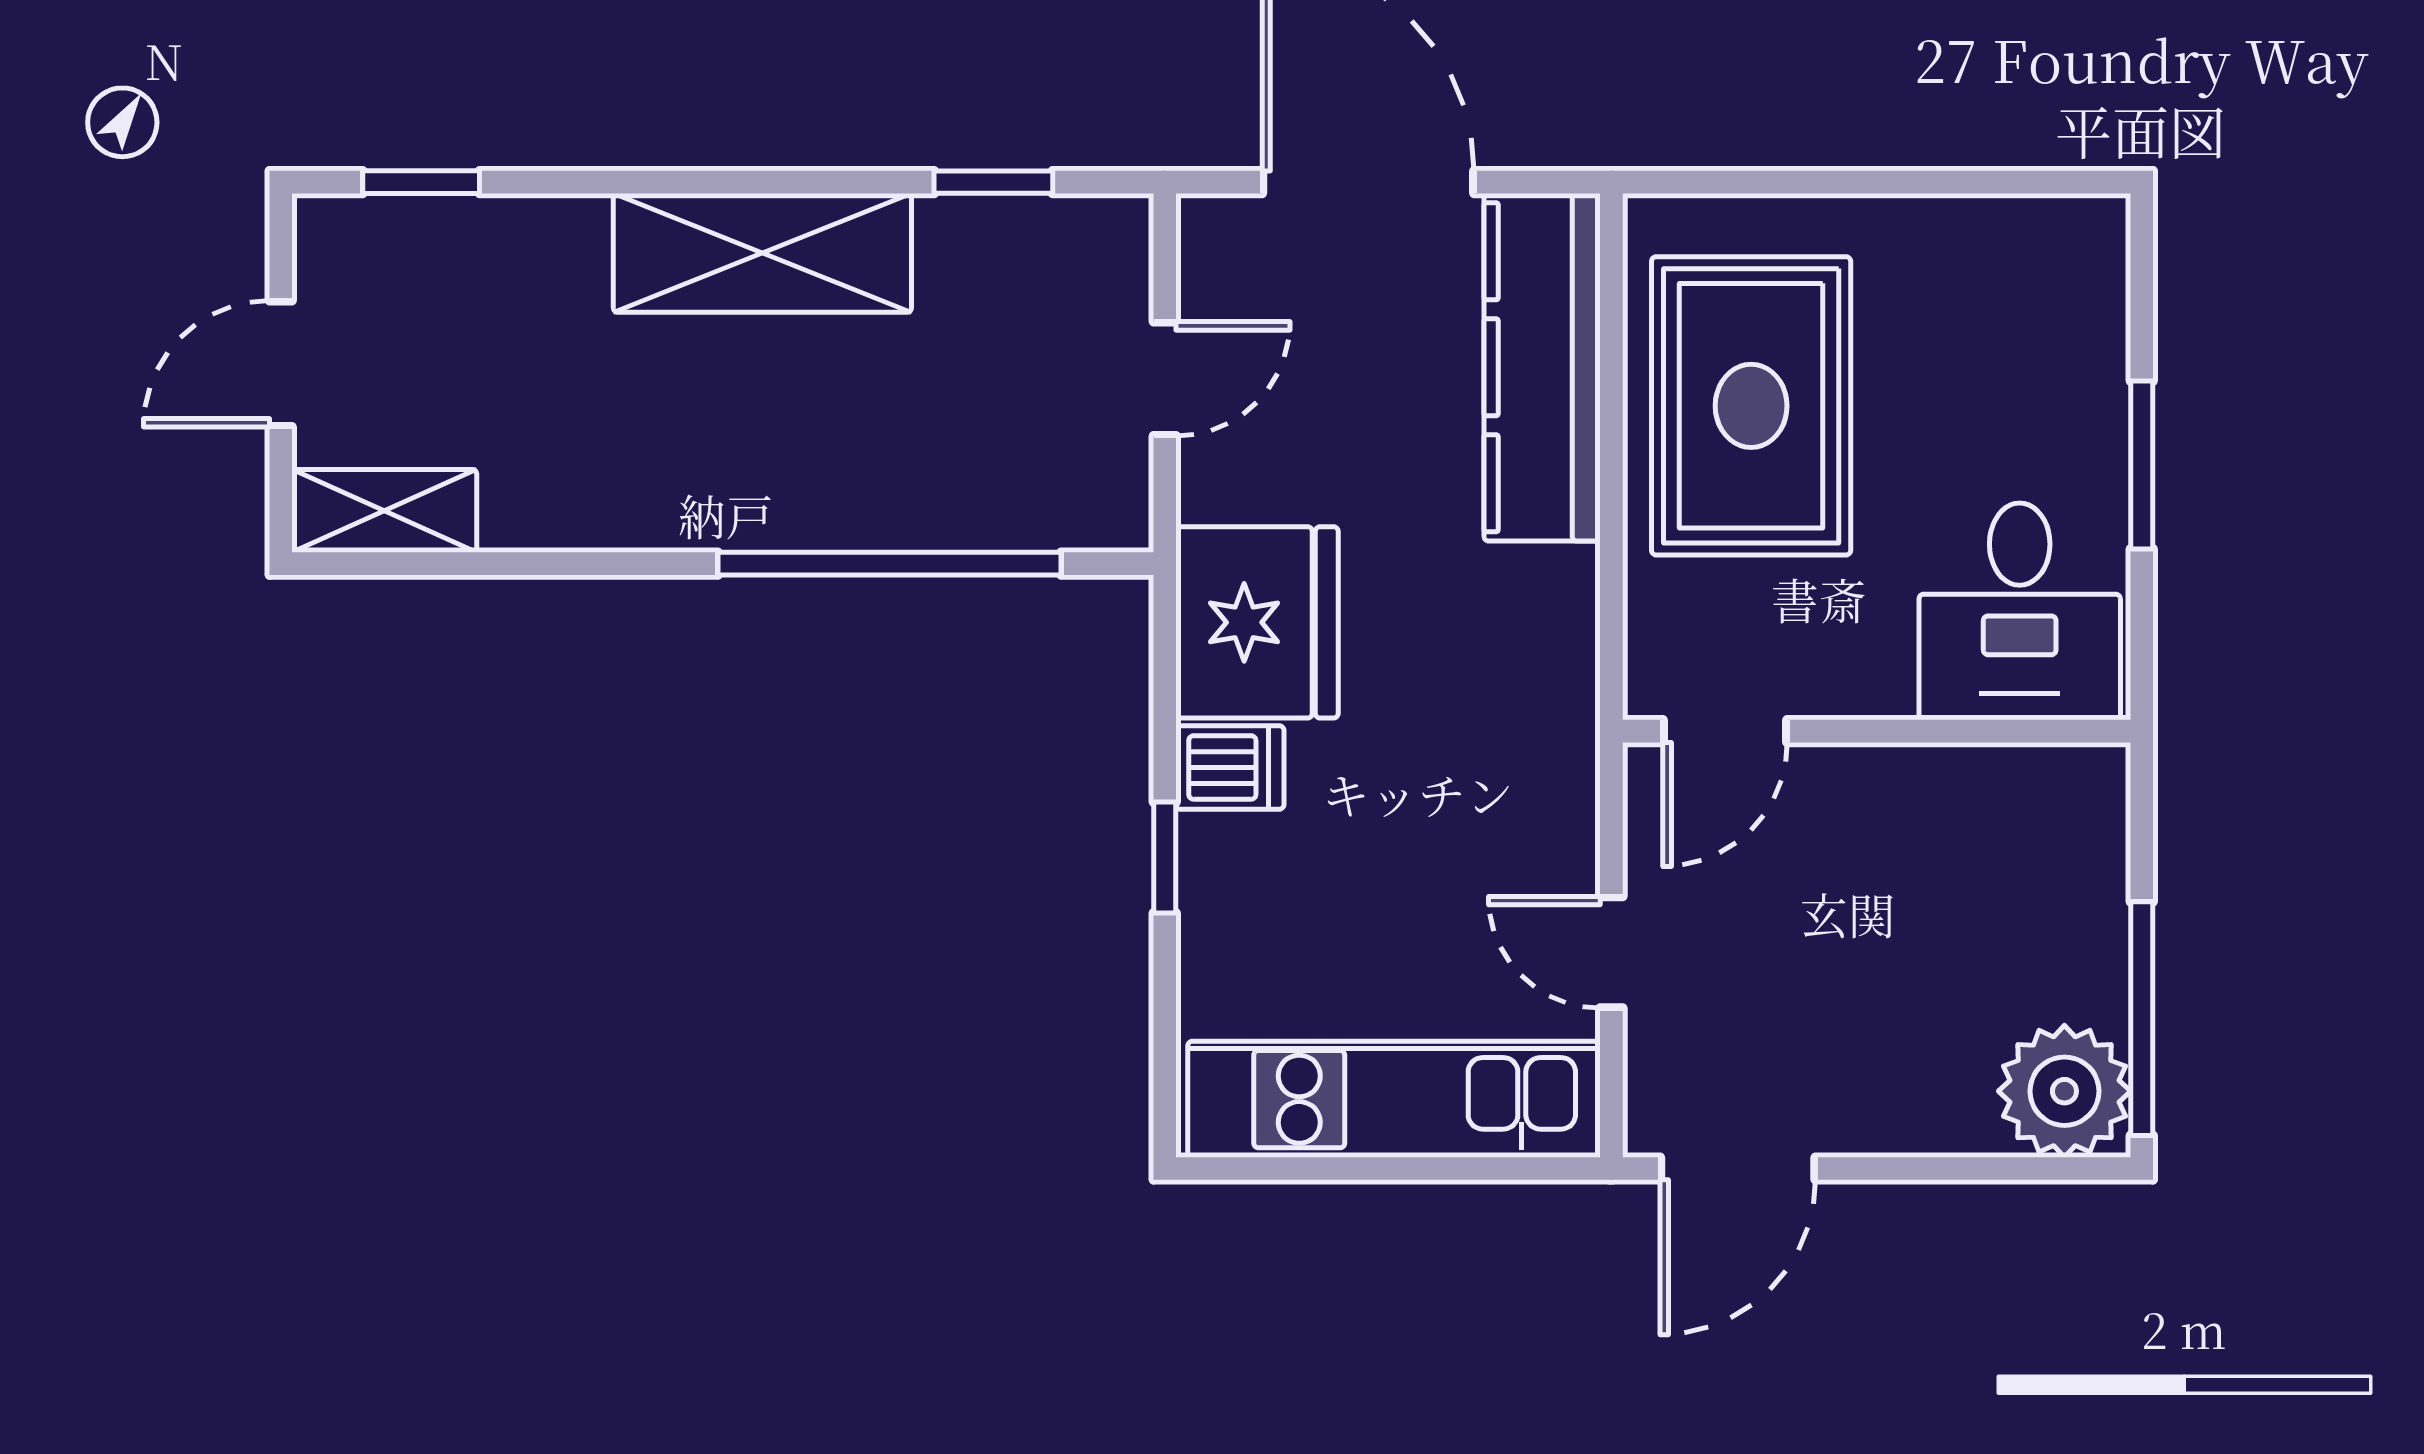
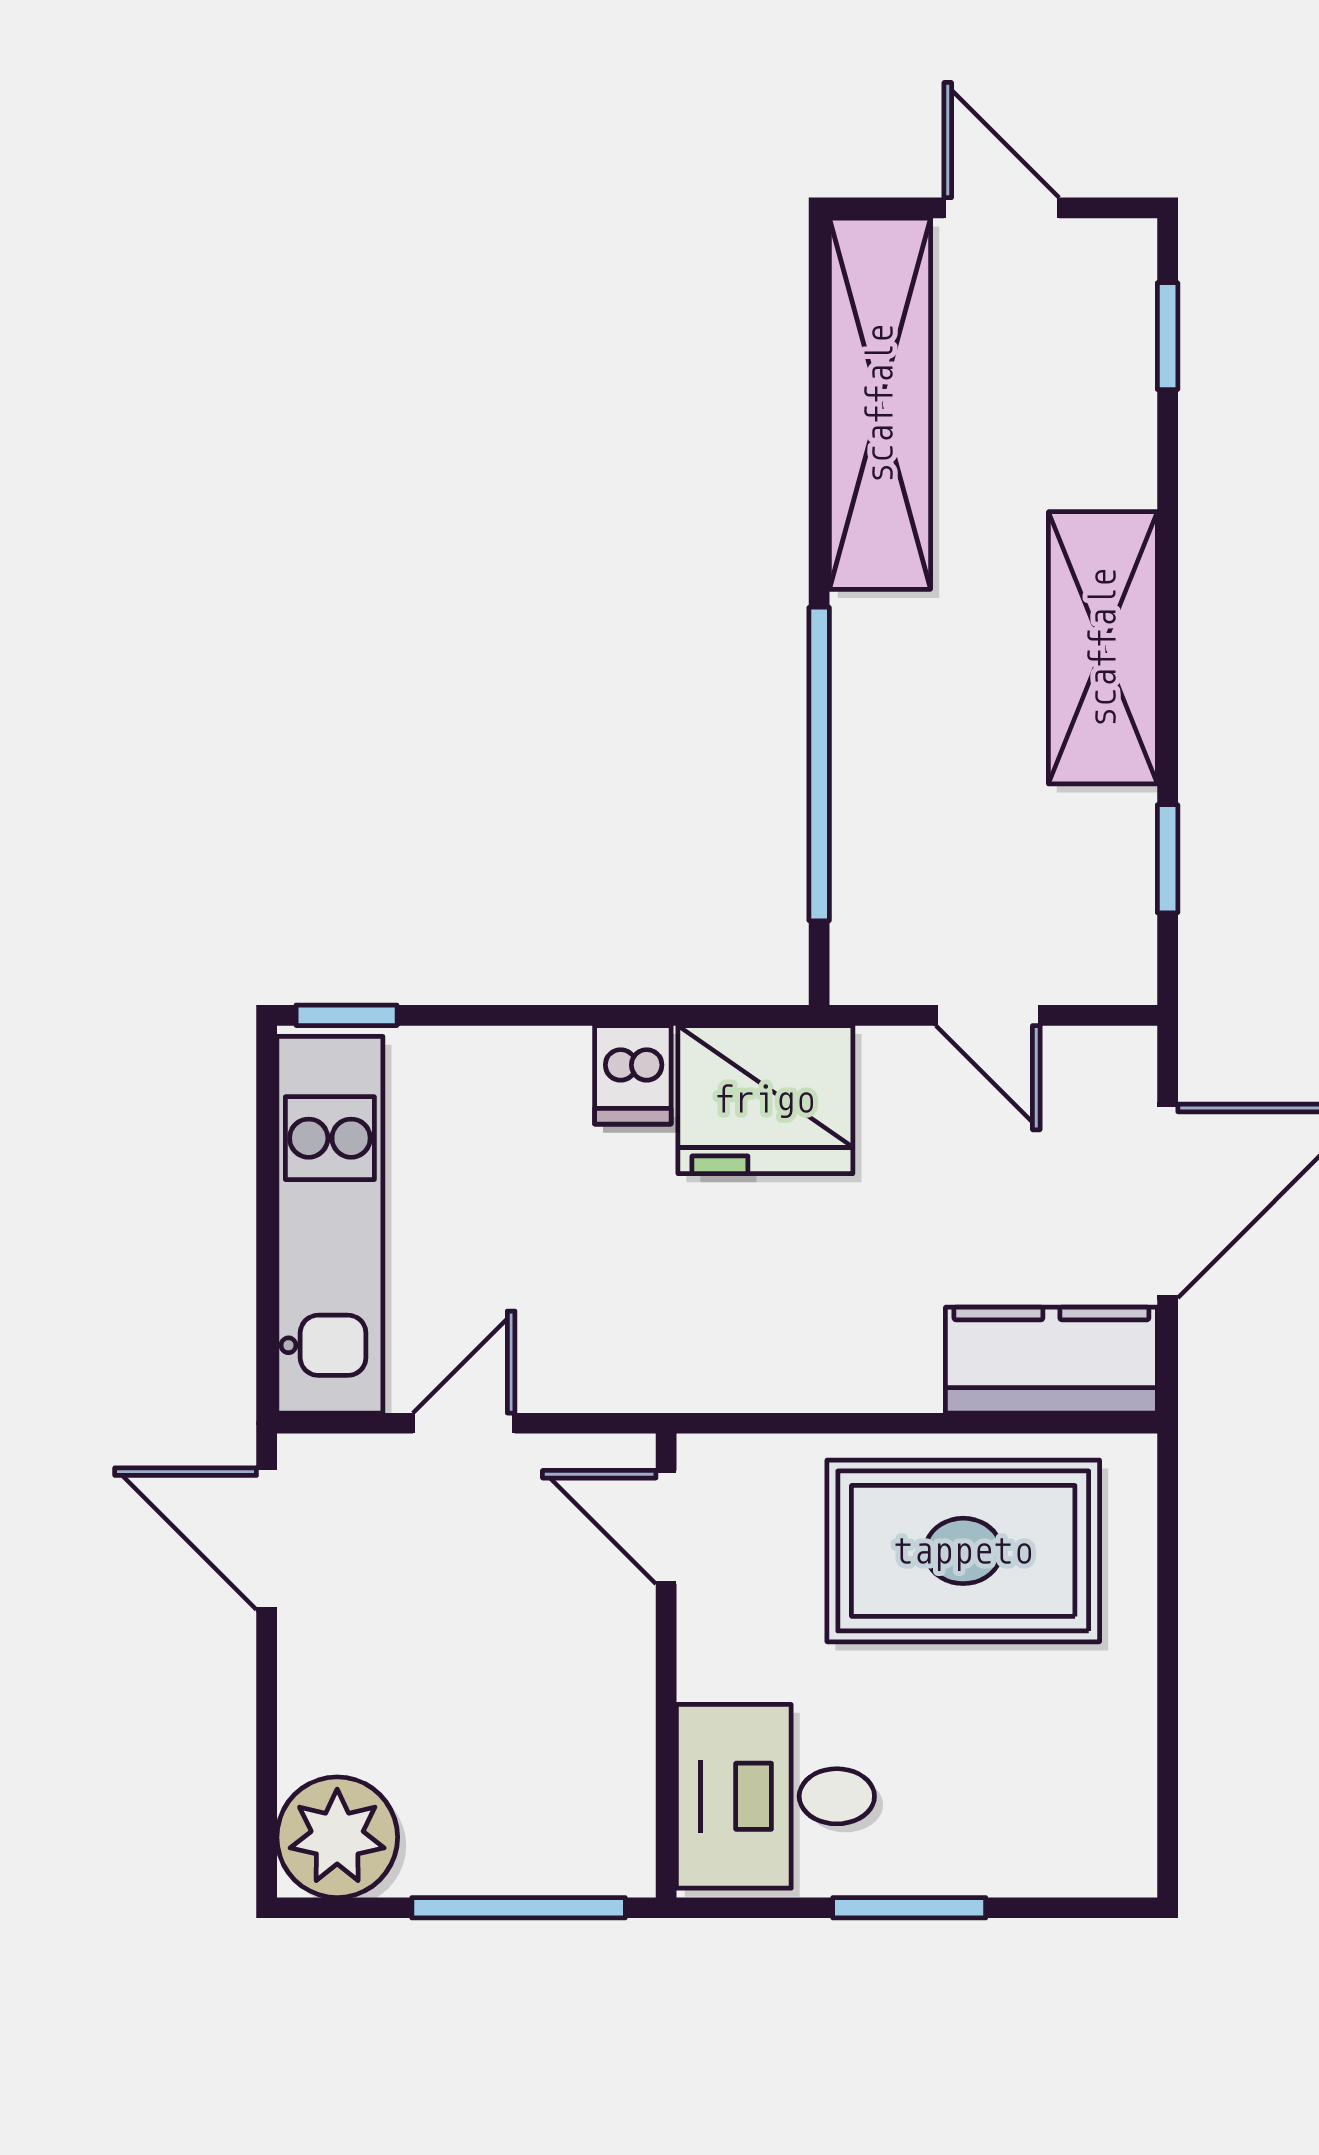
kitchen counter: (1542, 367) -> (1051, 1360), width x0.67
shelving: (384, 511) -> (880, 404), width x2.20, depth x1.33
window: (1165, 857) -> (347, 1015), moved
window: (2142, 1019) -> (519, 1908), moved

